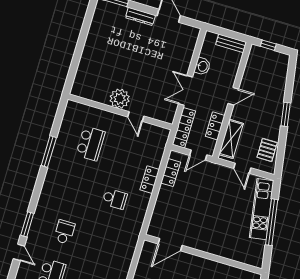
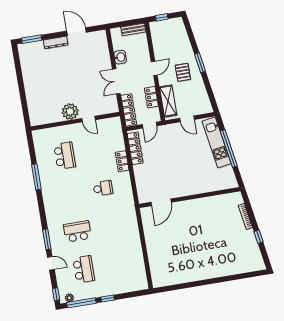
pallet: (267, 150) -> (183, 72), moved
locker: (171, 173) -> (135, 148), width x1.53
school desk: (64, 232) -> (77, 231), width x1.85

